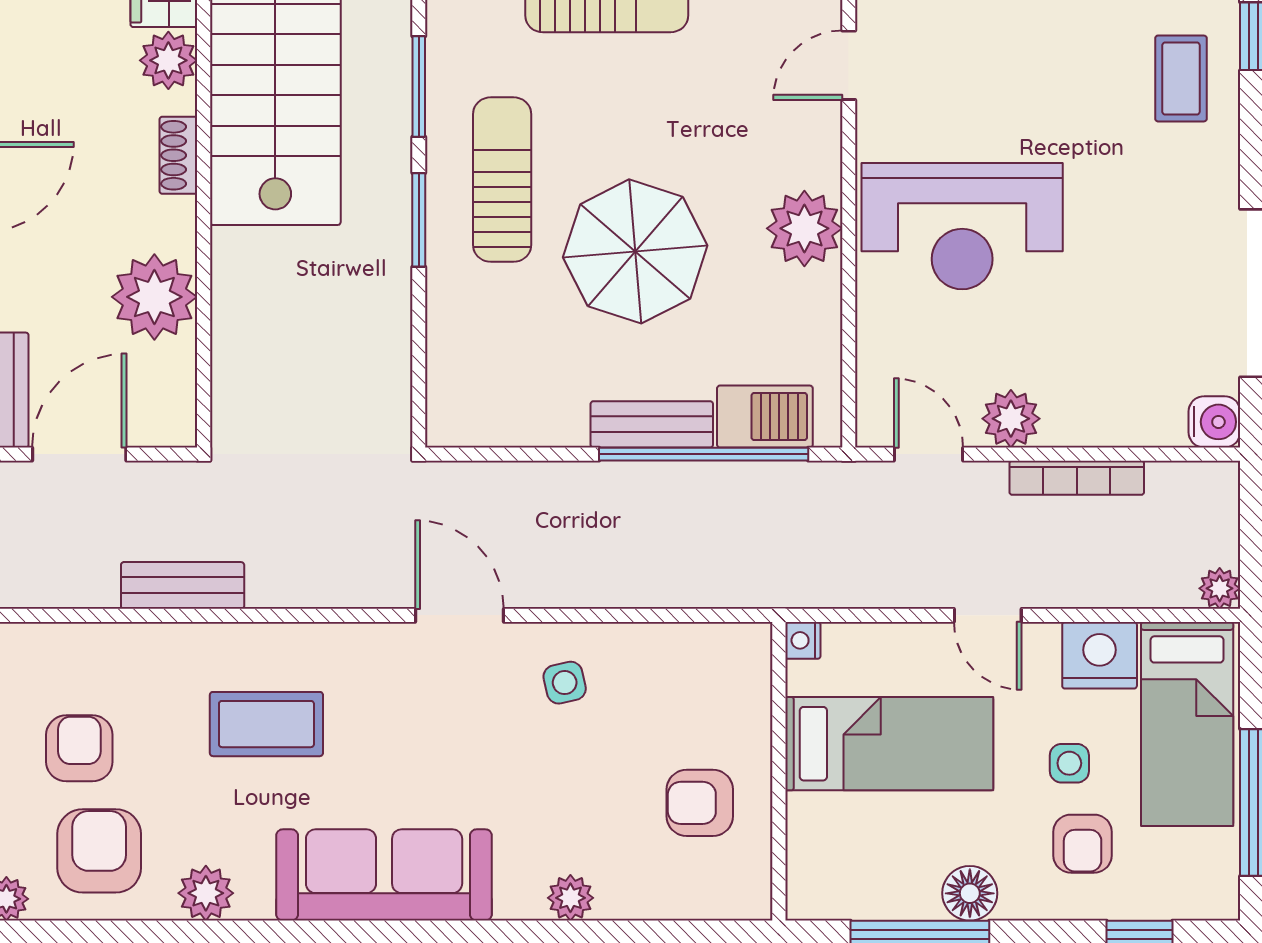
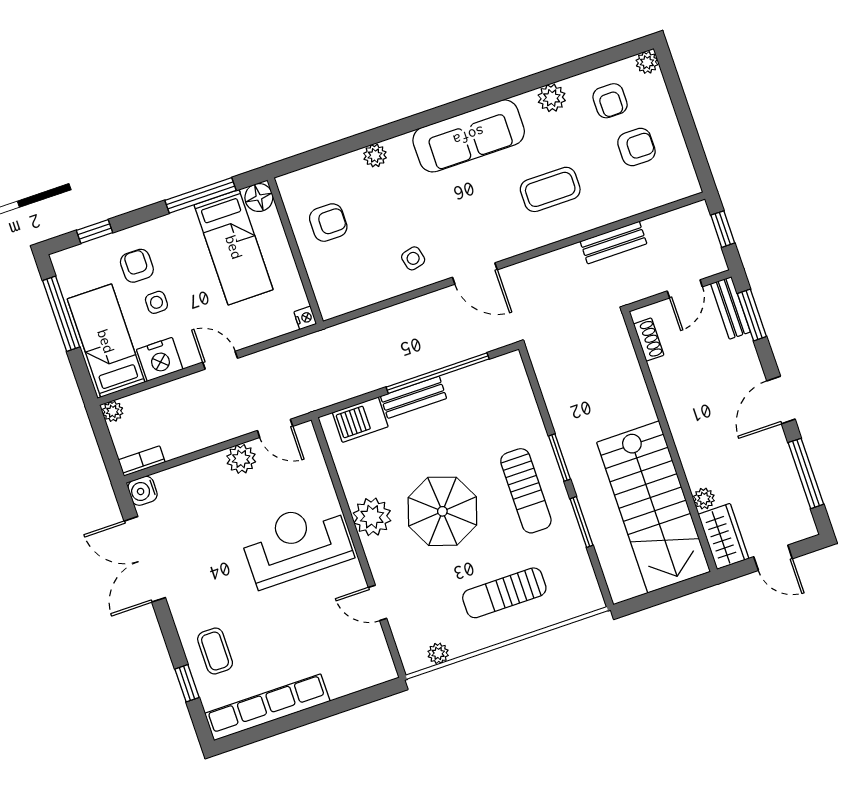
plant: (168, 60) -> (704, 499), width x0.73, depth x0.73
door: (849, 65) -> (377, 603), swing flipped
shoe rack: (178, 155) -> (649, 340), moved
parasol: (635, 251) -> (442, 511), moved
plant: (154, 297) -> (674, 377), removed
door: (79, 454) -> (685, 289), width x0.73
window: (704, 454) -> (438, 373), moved
bookcase: (1077, 478) -> (142, 461), moved, width x0.64
bed: (889, 744) -> (234, 247), moved, turned -90
armchair: (79, 748) -> (636, 147), turned -90
armchair: (99, 851) -> (610, 101), width x0.72, depth x0.72
floor lamp: (970, 893) -> (259, 198), moved

